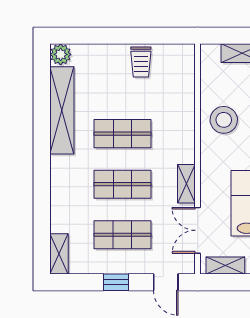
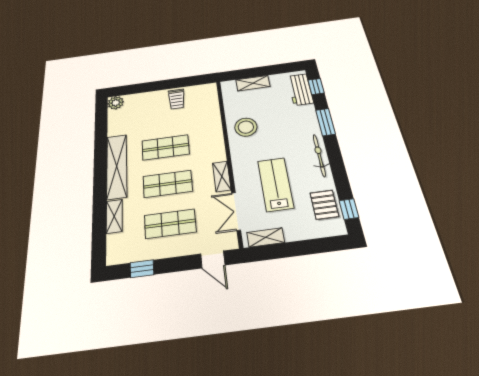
shelving: (62, 110) -> (117, 166), moved
shelving: (59, 254) -> (114, 216), moved
window: (116, 282) -> (142, 269), moved

